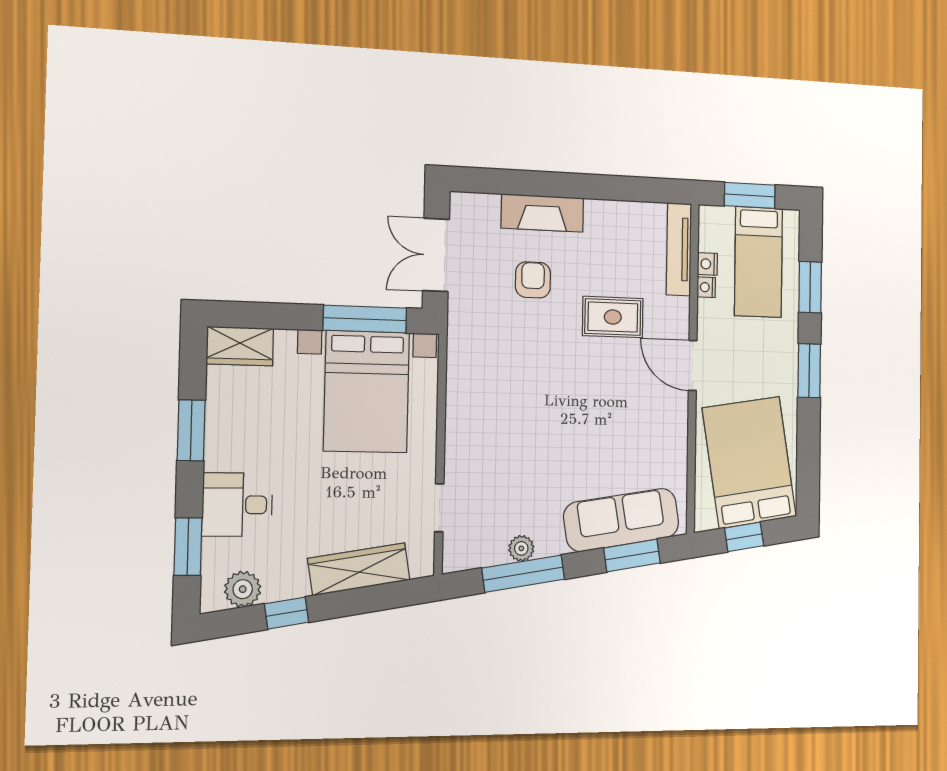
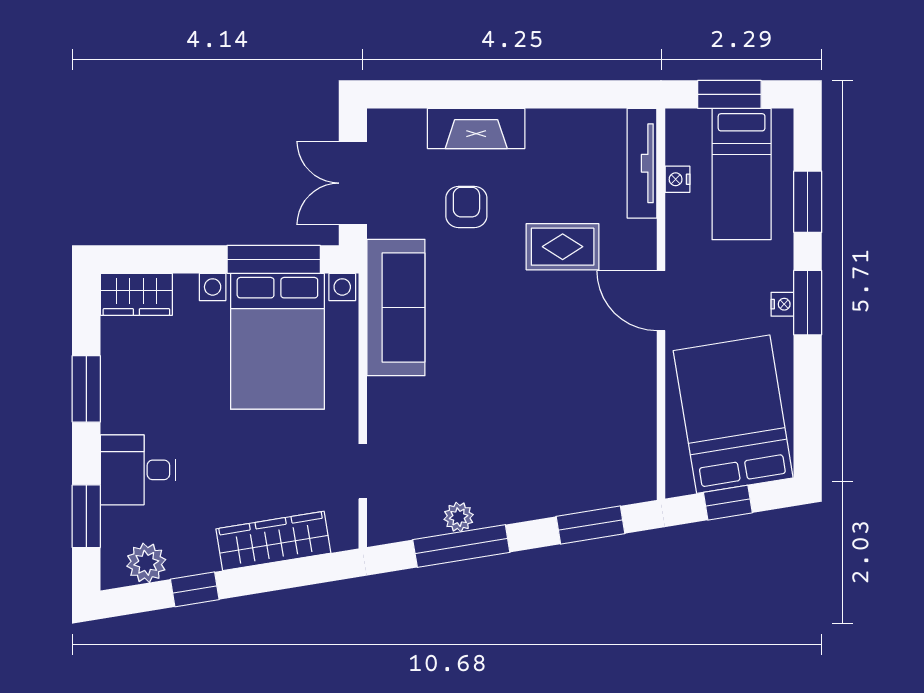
nightstand: (706, 287) -> (782, 304), moved, turned 180
sofa: (621, 520) -> (396, 307), moved, turned 99

